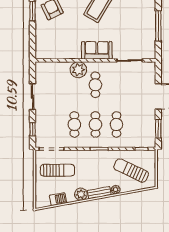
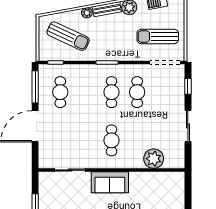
plant: (78, 70) -> (154, 159), moved
cafe table: (116, 124) -> (60, 92), moved
window: (158, 129) -> (35, 87), width x1.44

